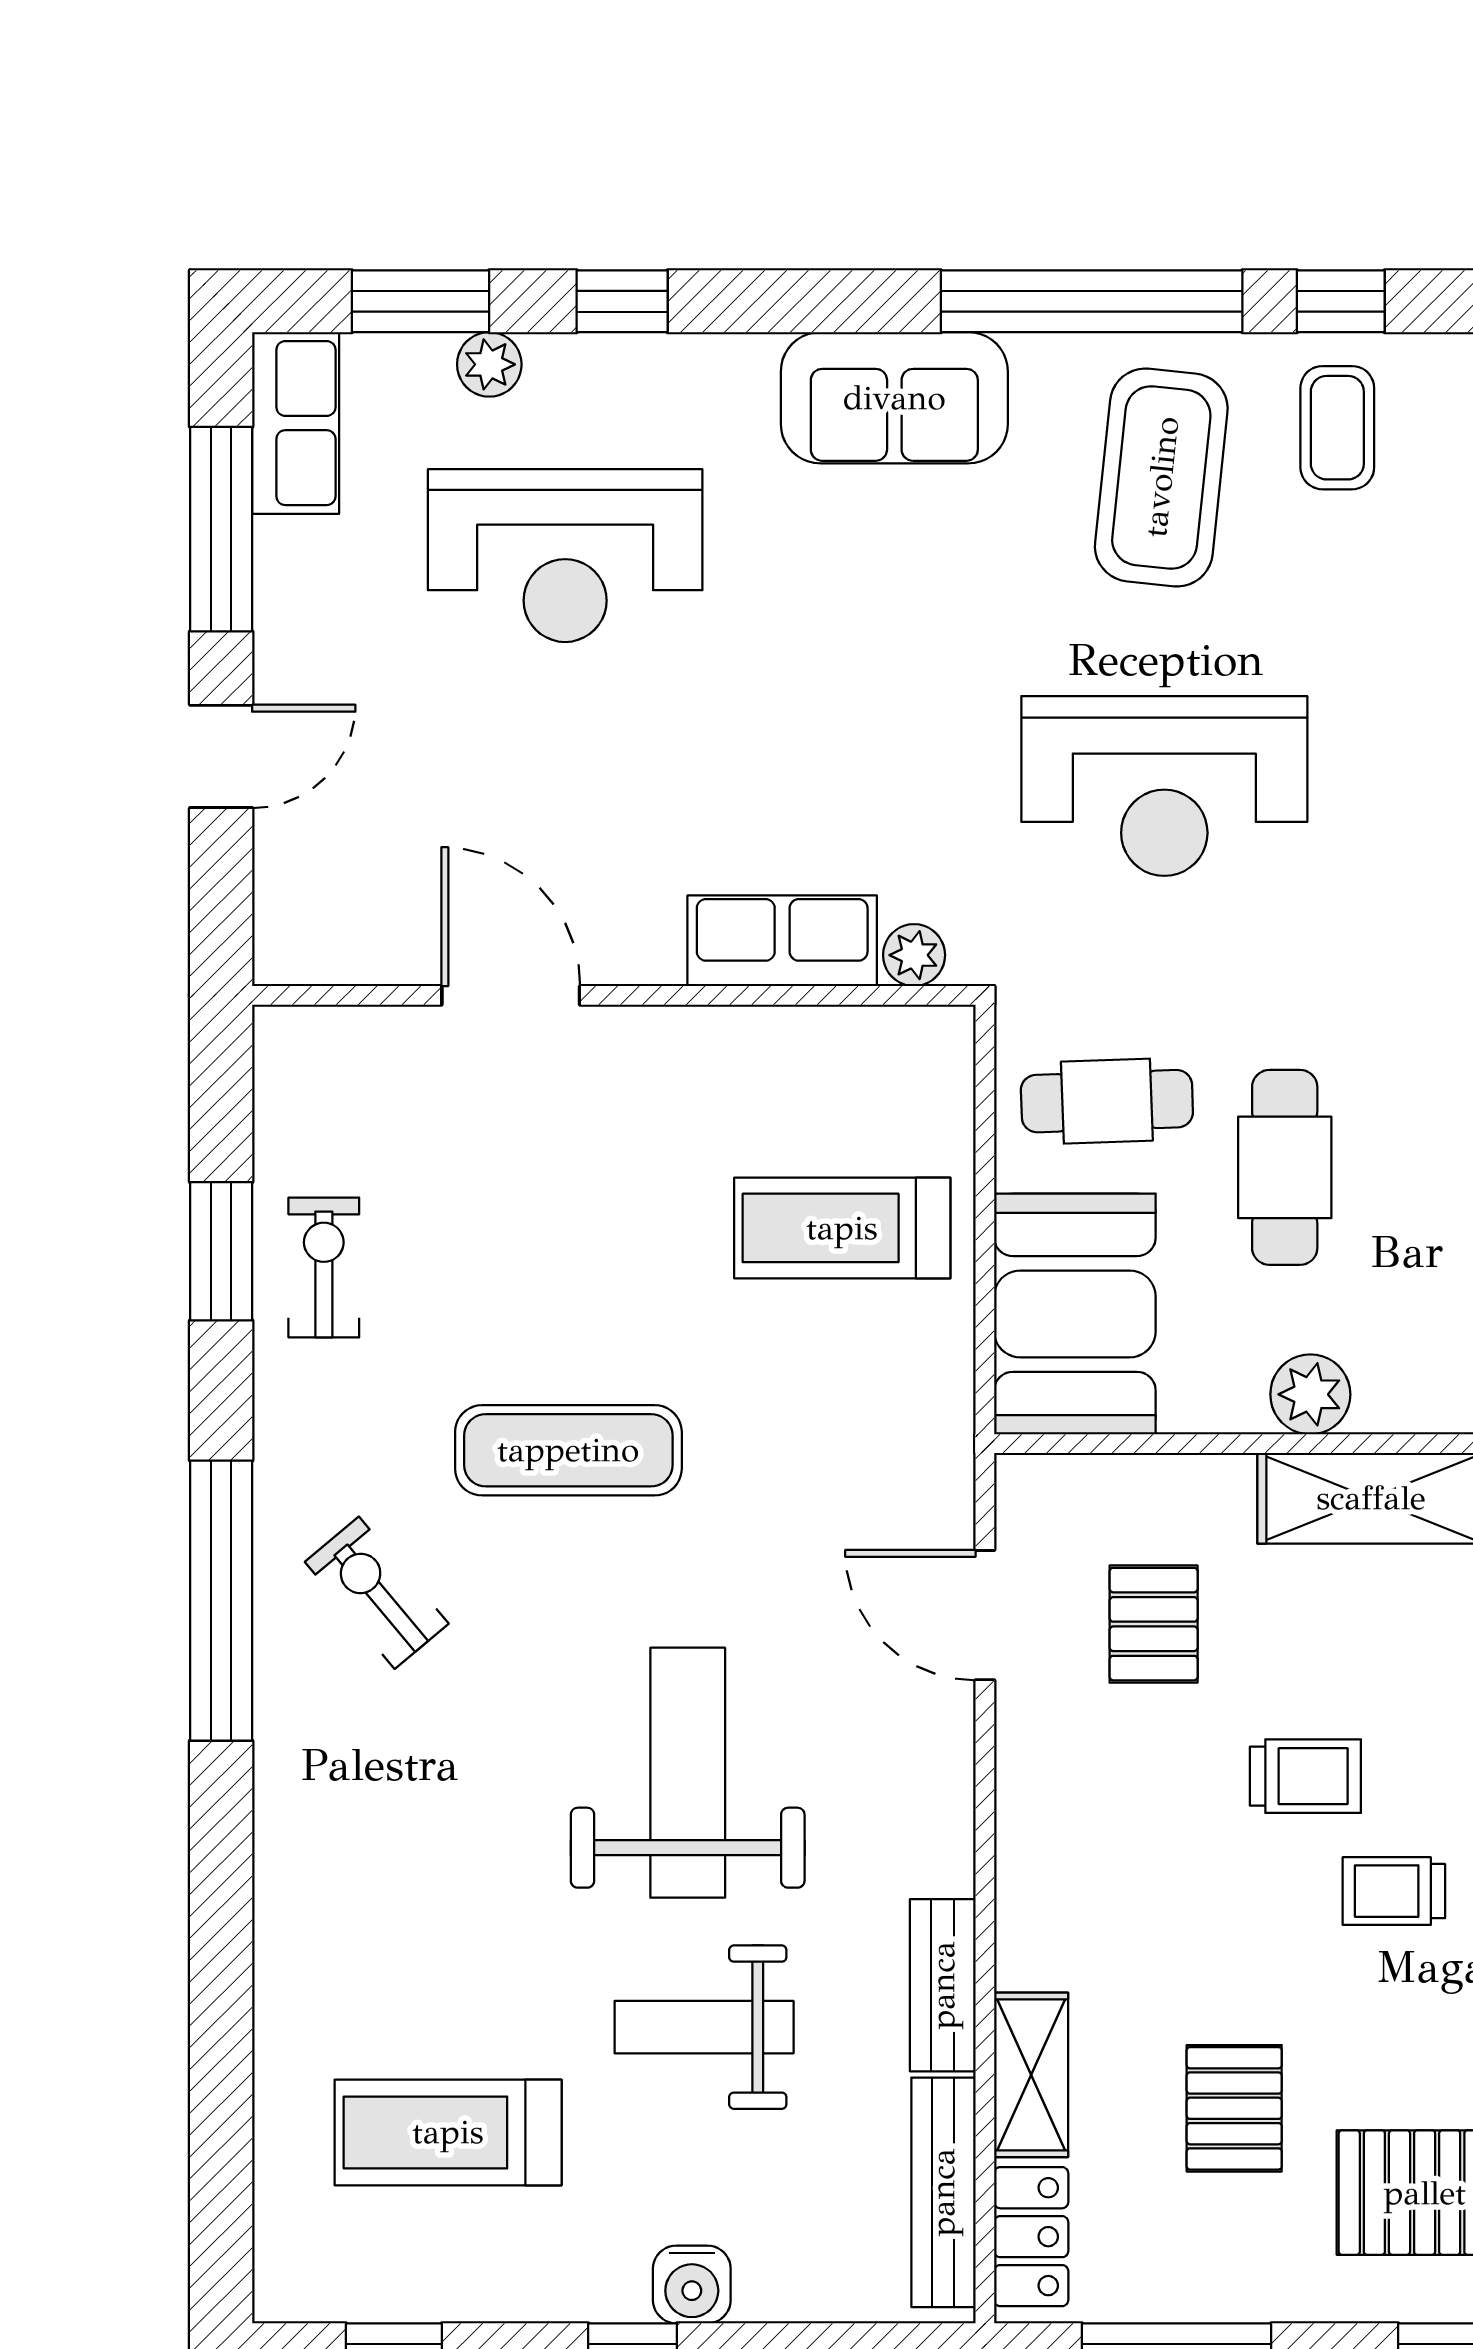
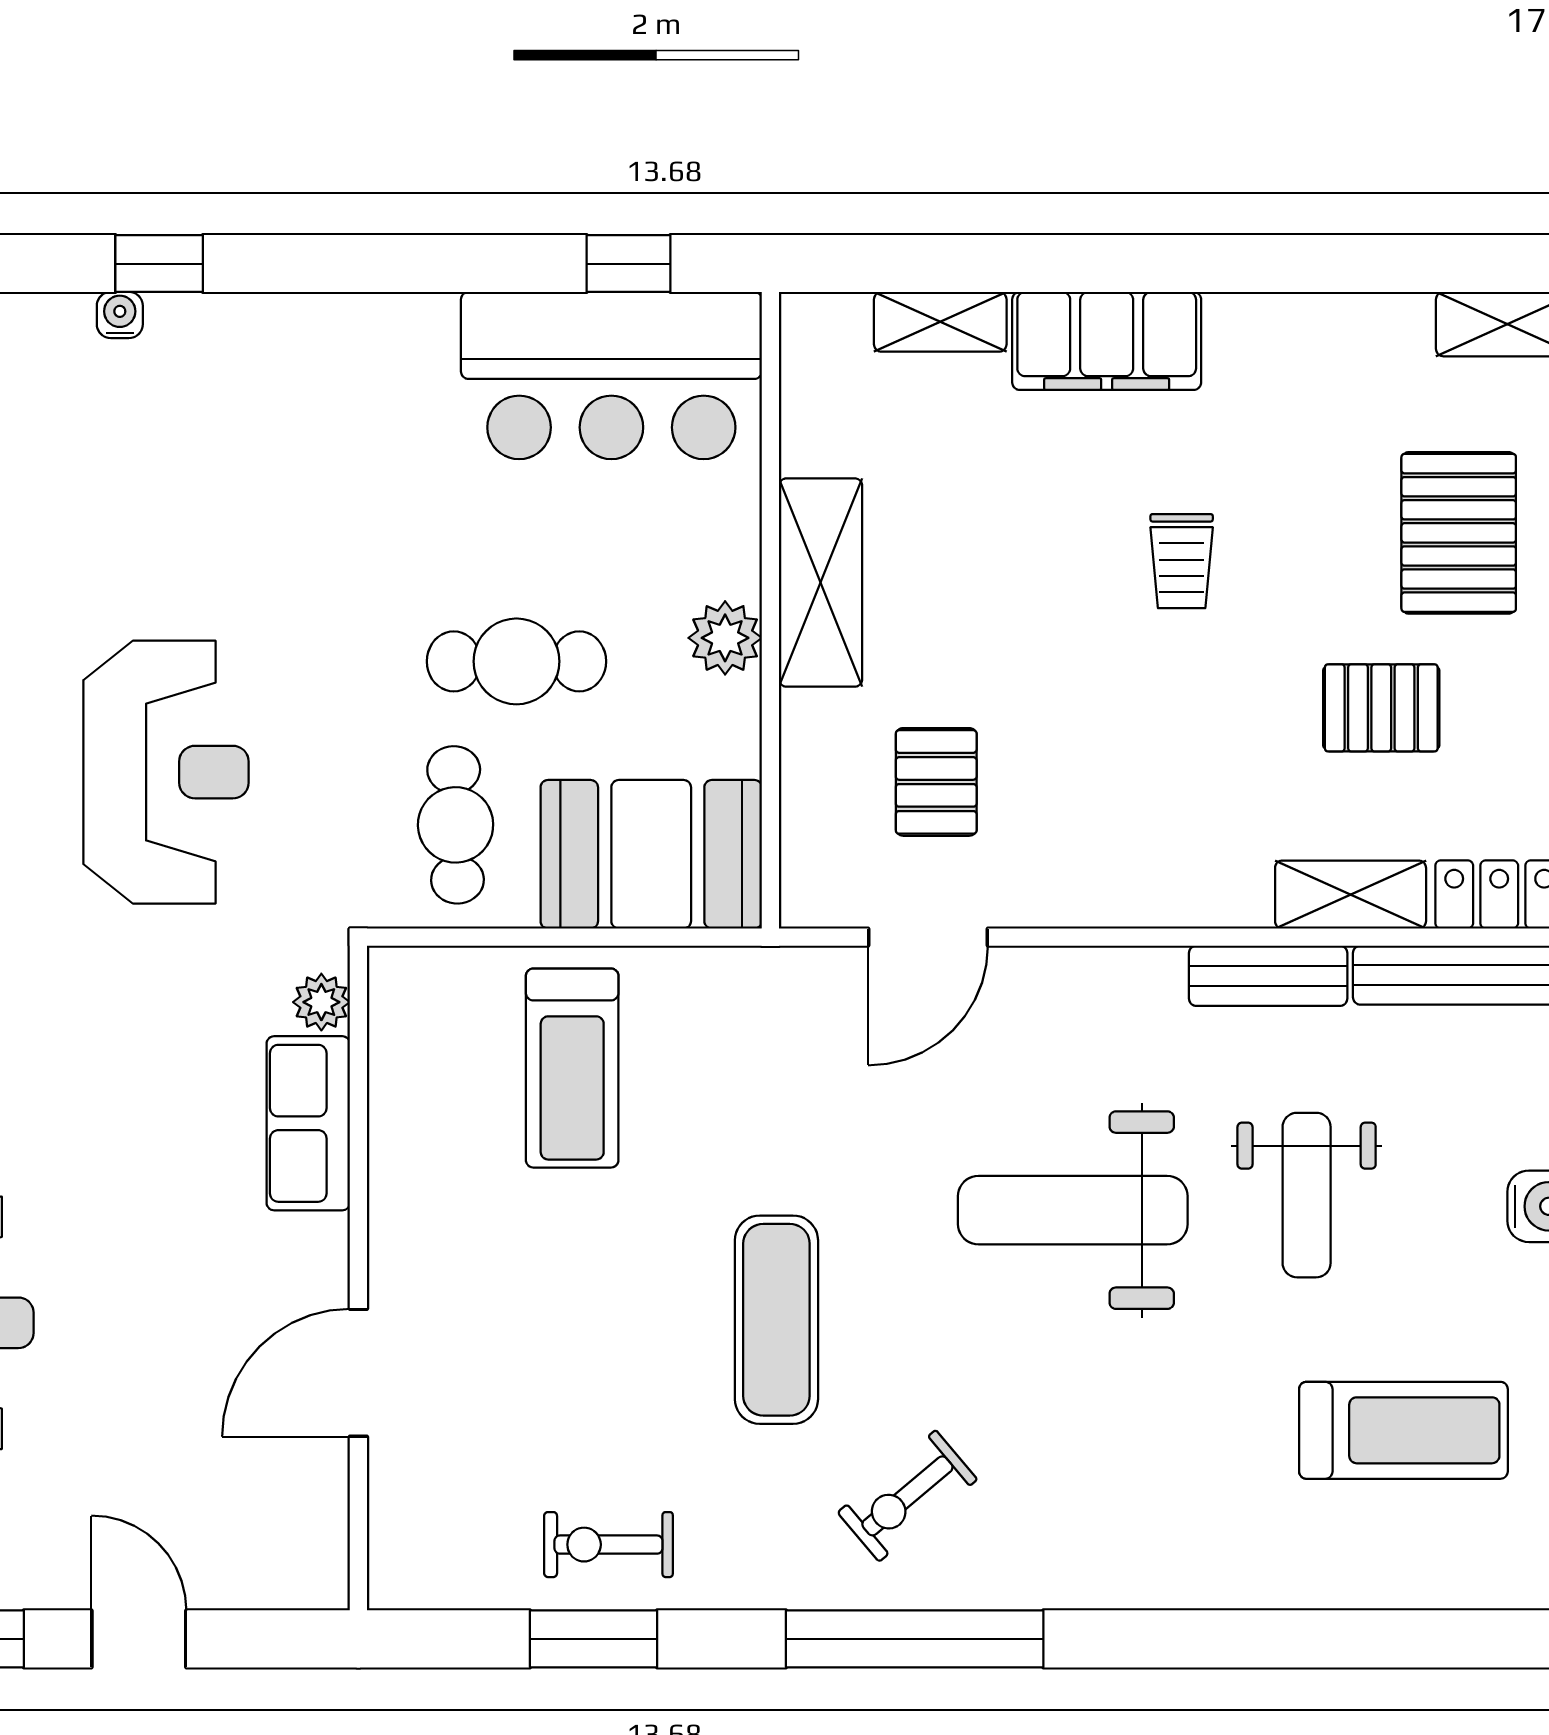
pallet: (1154, 1624) -> (936, 782), turned 90
trolley: (1305, 1776) -> (1076, 642), removed
treadmill: (448, 2132) -> (1403, 1430), turned -90

